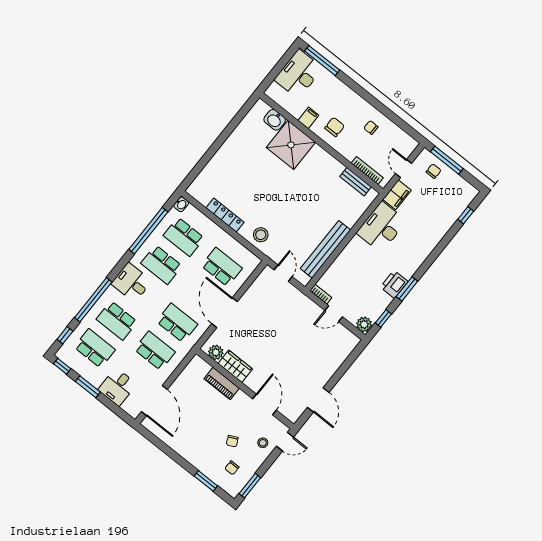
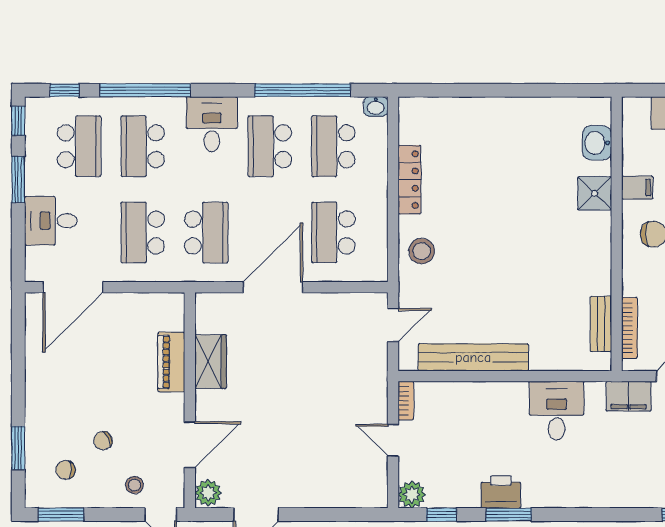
shower: (291, 145) -> (595, 193), width x0.54, depth x0.54
desk: (382, 227) -> (557, 411), width x0.73
school desk: (222, 267) -> (333, 232), turned 180
school desk: (155, 351) -> (143, 232), turned 180
plant: (216, 352) -> (208, 493), moved

